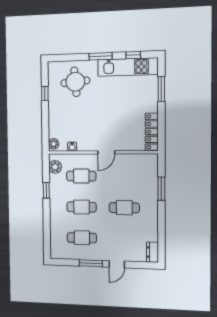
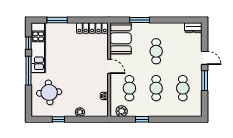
window: (101, 56) -> (29, 71), width x1.44
plant: (54, 144) -> (80, 112), moved
booth: (139, 166) -> (121, 38), added

